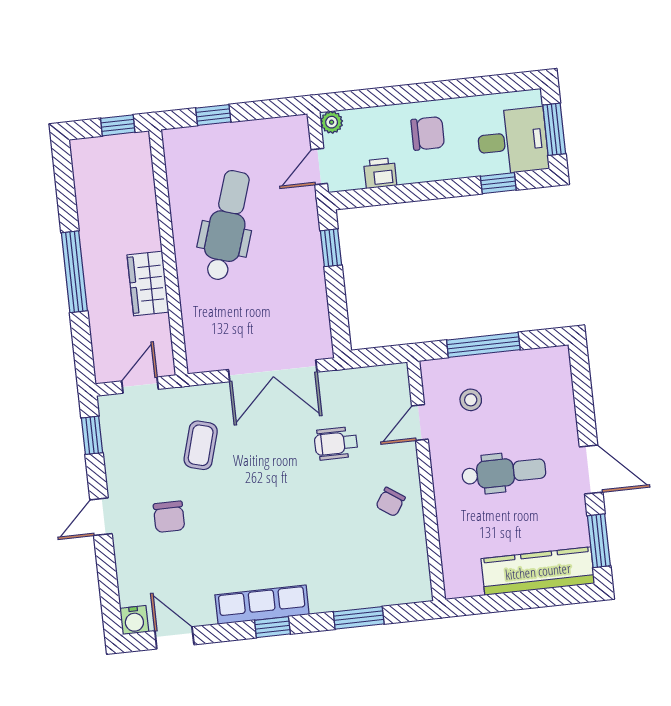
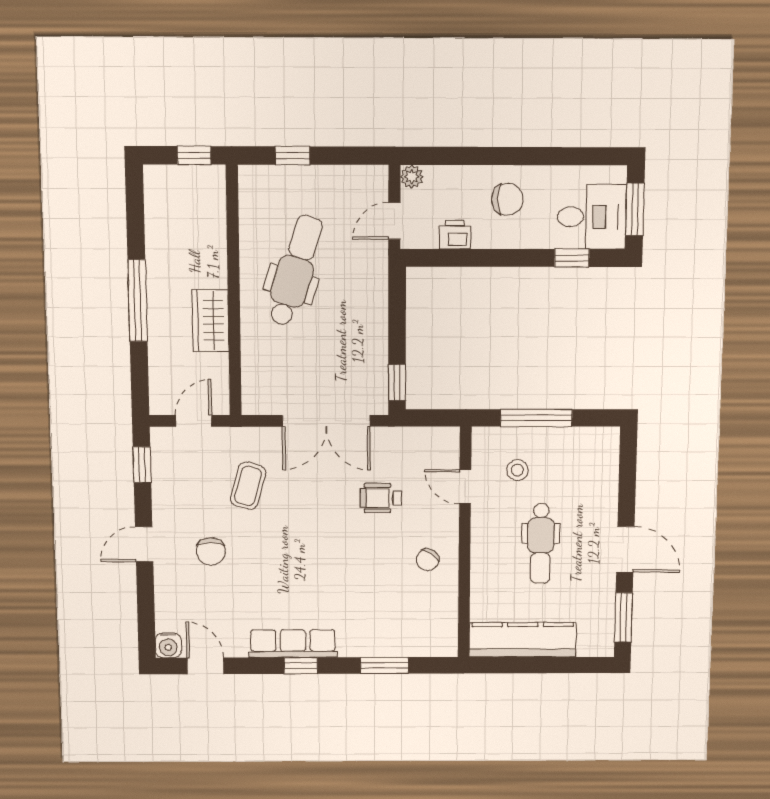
window: (331, 248) -> (397, 383), moved
door: (420, 422) -> (465, 487), hinge flipped
dental chair: (504, 473) -> (541, 543), turned 90
kitchen counter: (538, 571) -> (523, 640), moved

